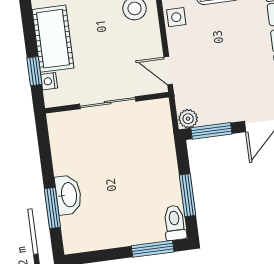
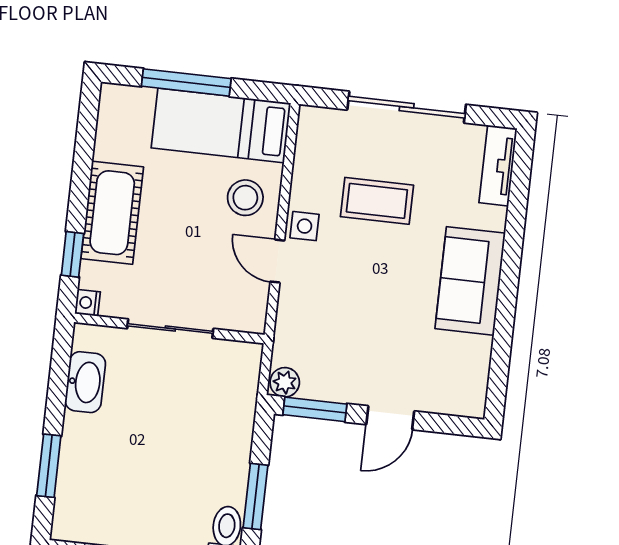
door: (168, 71) -> (277, 261), moved
nightstand: (49, 81) -> (88, 303), moved
washbasin: (68, 195) -> (85, 382), moved

